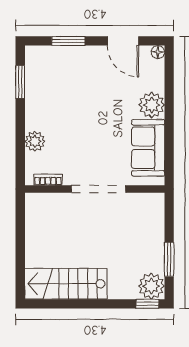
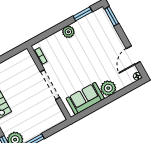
window: (68, 41) -> (112, 16), moved
plant: (35, 141) -> (68, 32), moved

